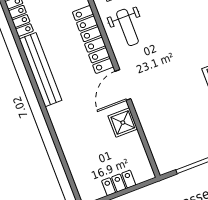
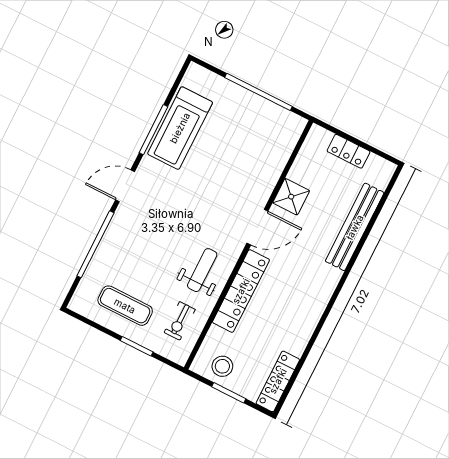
bench: (40, 70) -> (355, 227), moved

